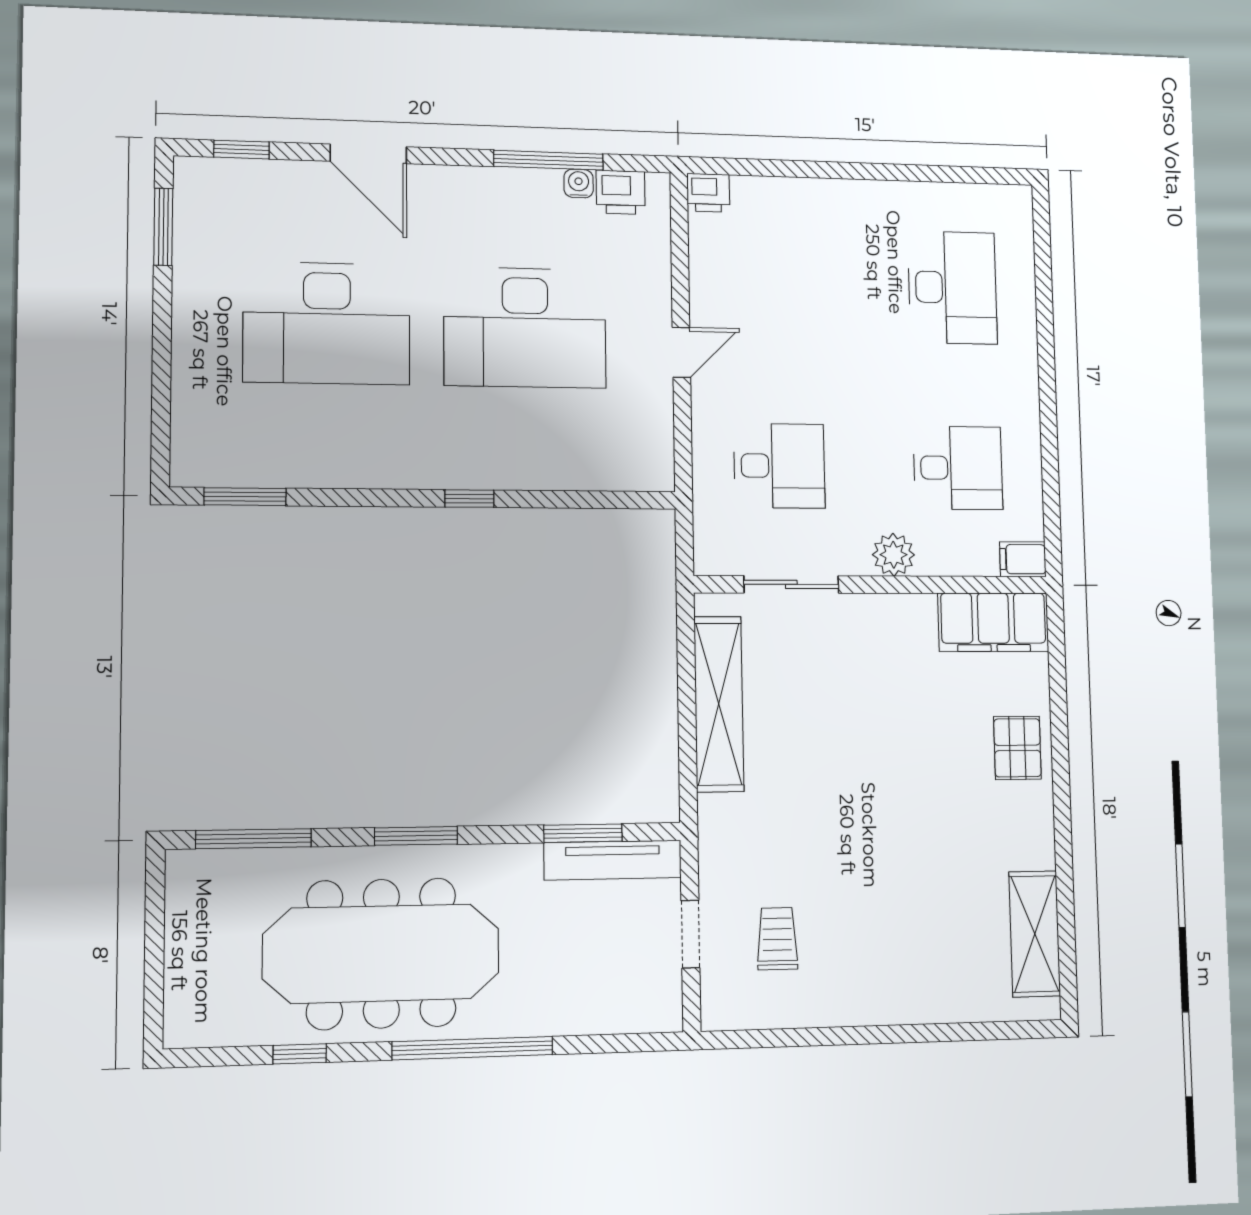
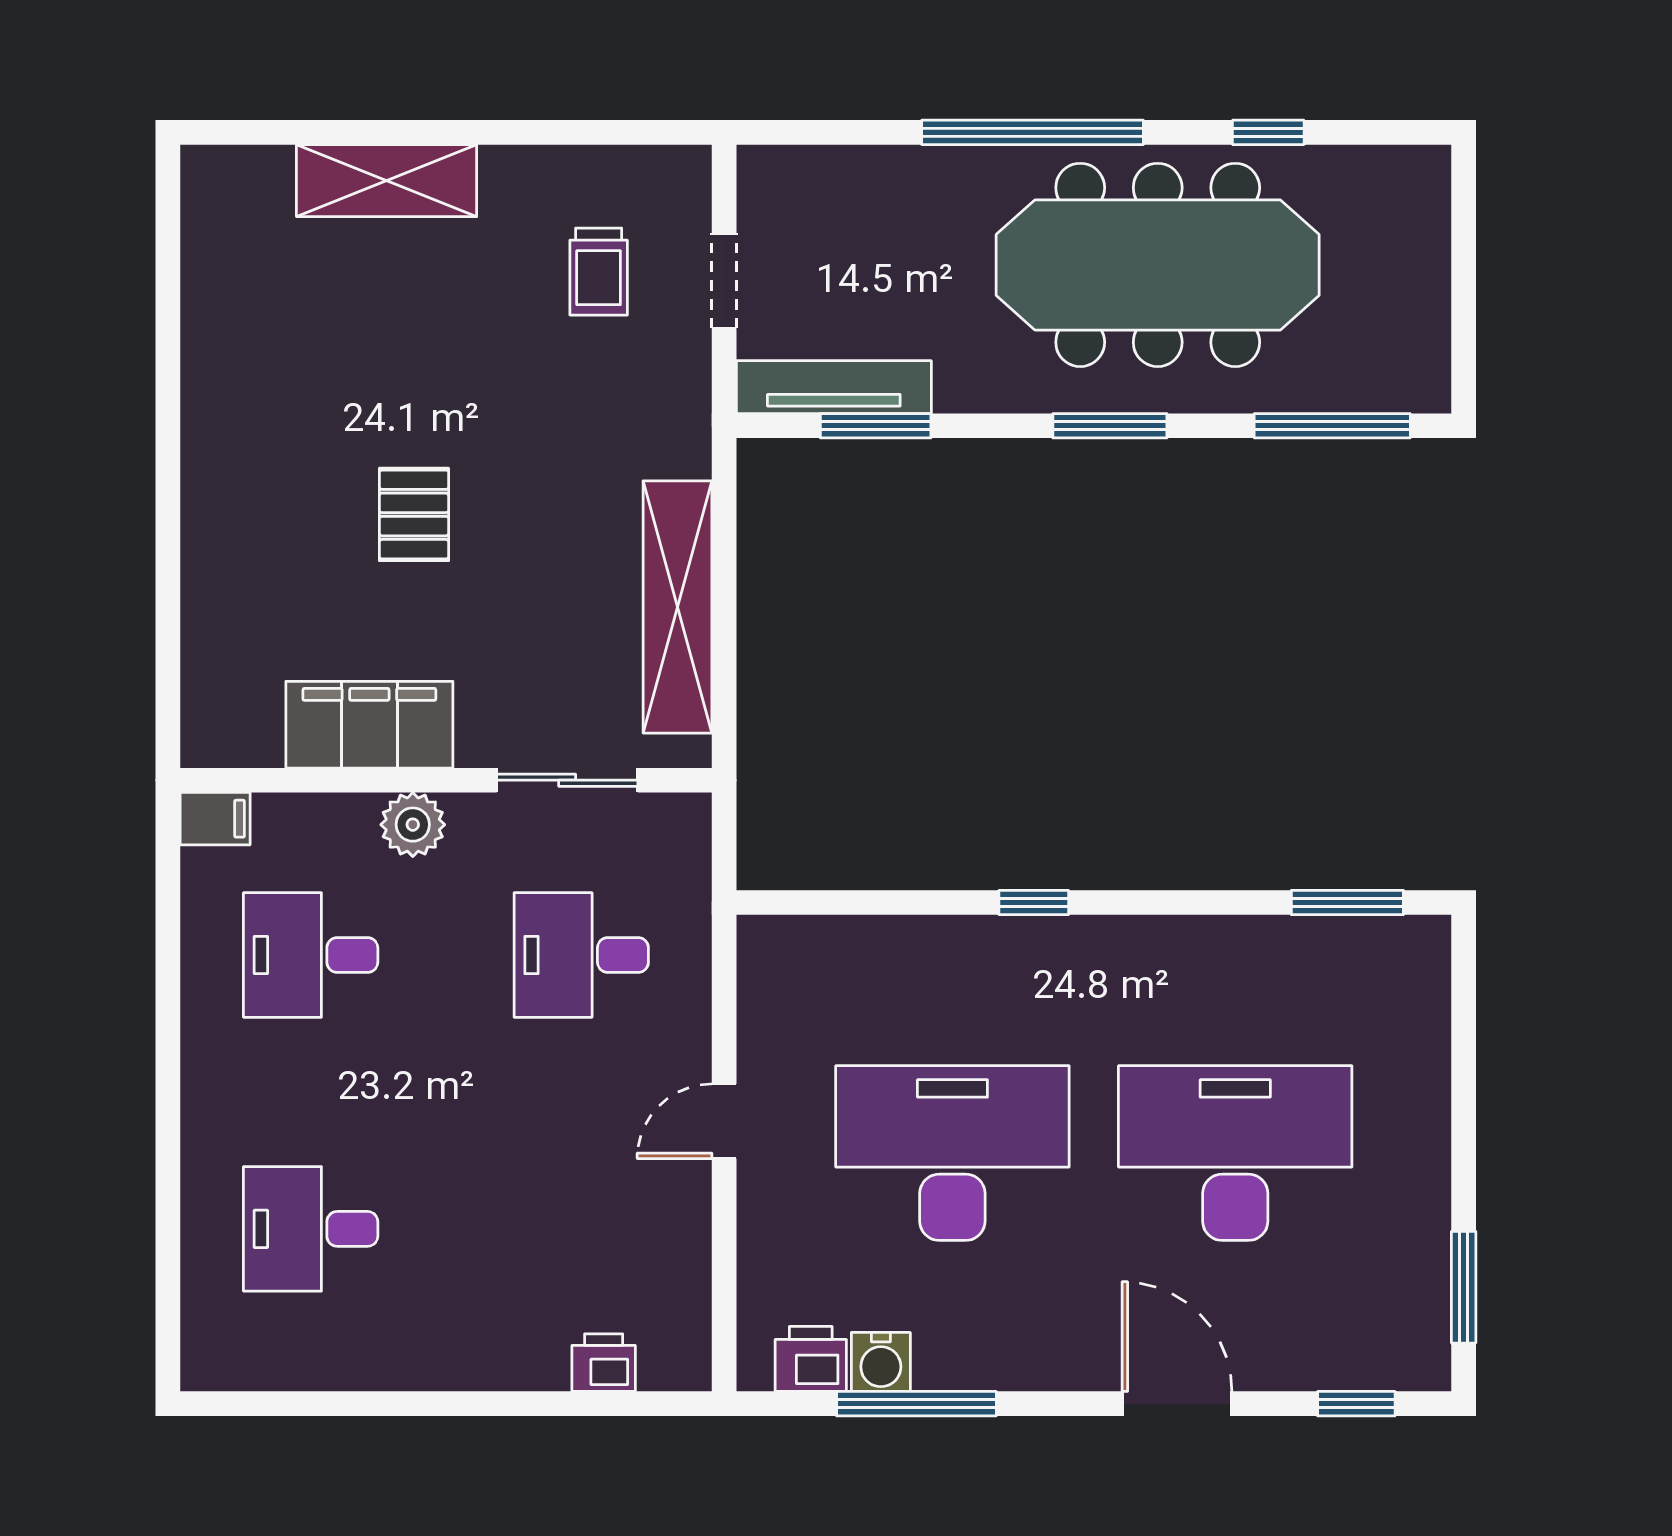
water cooler: (579, 184) -> (881, 1362), width x1.38, depth x1.38
printer: (708, 193) -> (604, 1363), moved
desk: (952, 287) -> (311, 1229), width x0.73
filing cabinet: (993, 622) -> (369, 725), moved
pallet: (1017, 748) -> (414, 514), moved
shelving: (1035, 934) -> (387, 181), moved, turned 90

